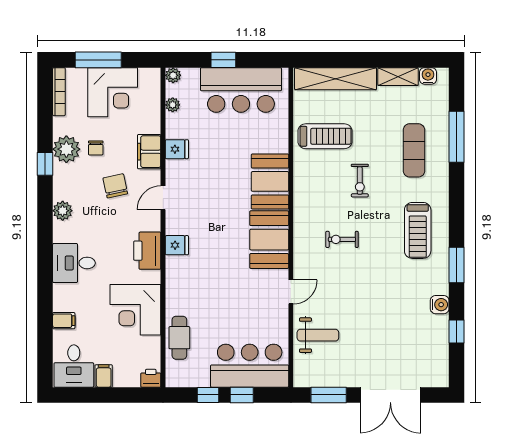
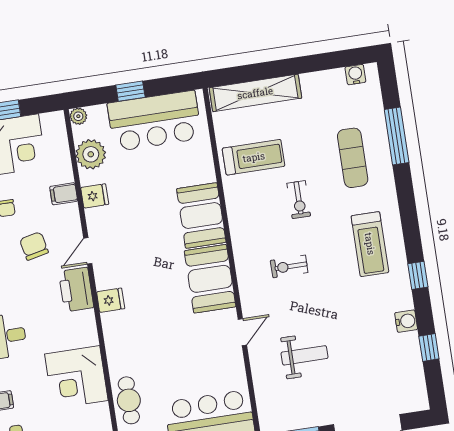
shelving: (398, 77) -> (323, 80), removed
plant: (173, 105) -> (91, 154), width x1.88, depth x1.88
filing cabinet: (149, 152) -> (64, 194), width x0.50
printer: (147, 251) -> (76, 290), moved
window: (457, 265) -> (418, 275), width x0.67
weight bench: (318, 335) -> (305, 355), moved

